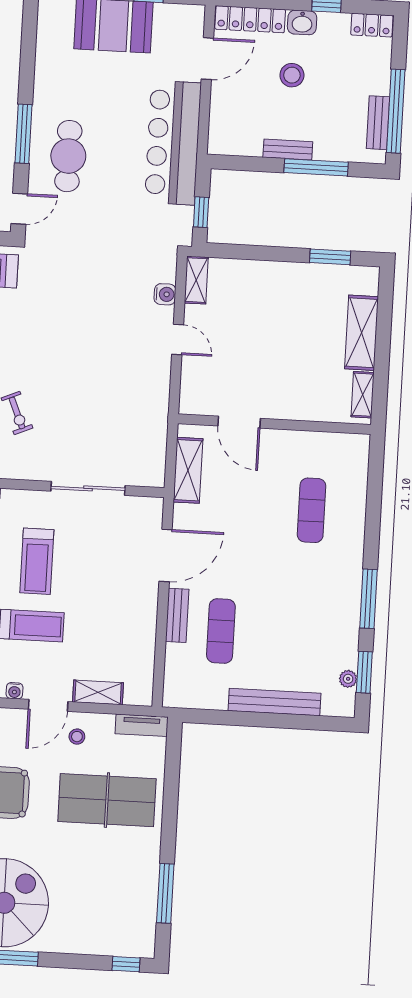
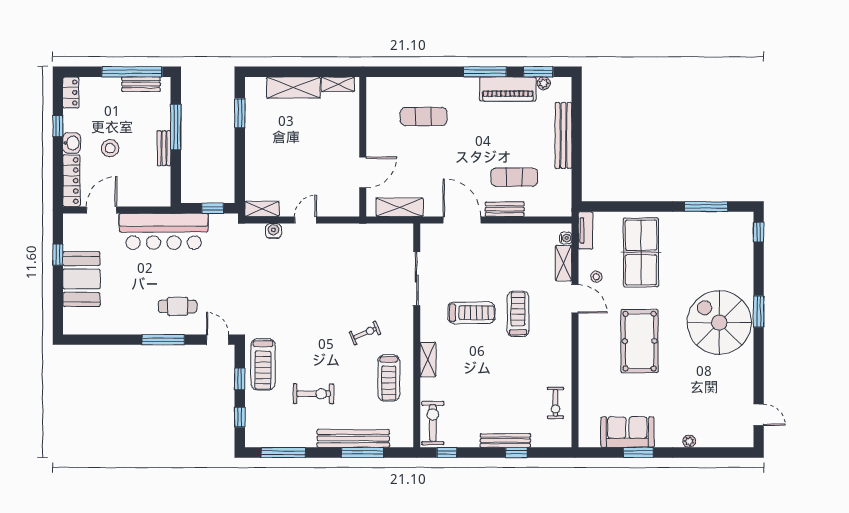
door: (207, 59) -> (102, 210), hinge flipped
cafe table: (68, 156) -> (178, 306), width x0.73, depth x0.74
piano: (343, 629) -> (508, 89), added
water cooler: (14, 691) -> (566, 238), moved

